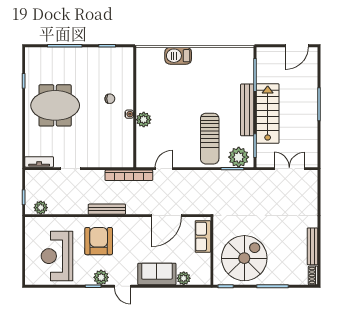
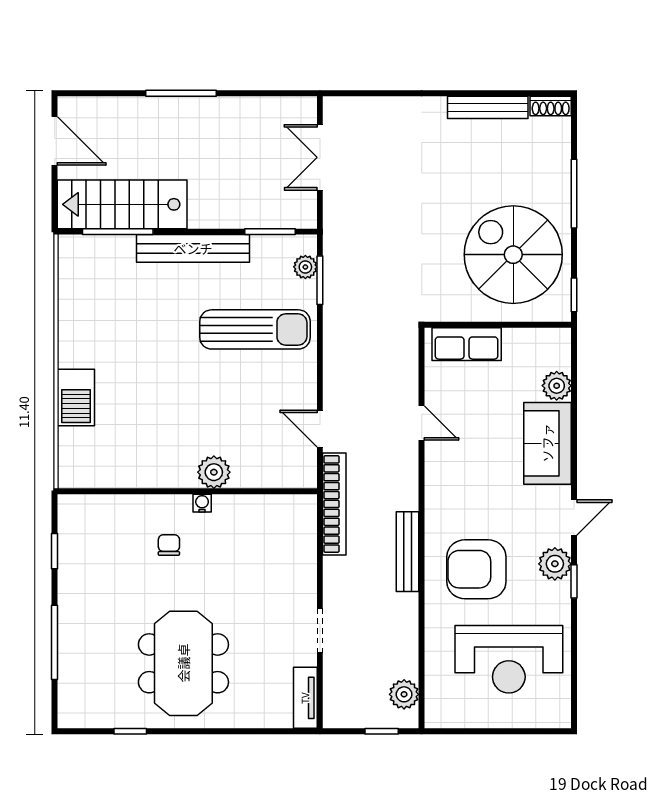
stairs: (268, 114) -> (122, 204), moved
plant: (239, 157) -> (305, 267), width x0.53, depth x0.53
door: (166, 216) -> (422, 423), width x0.53

